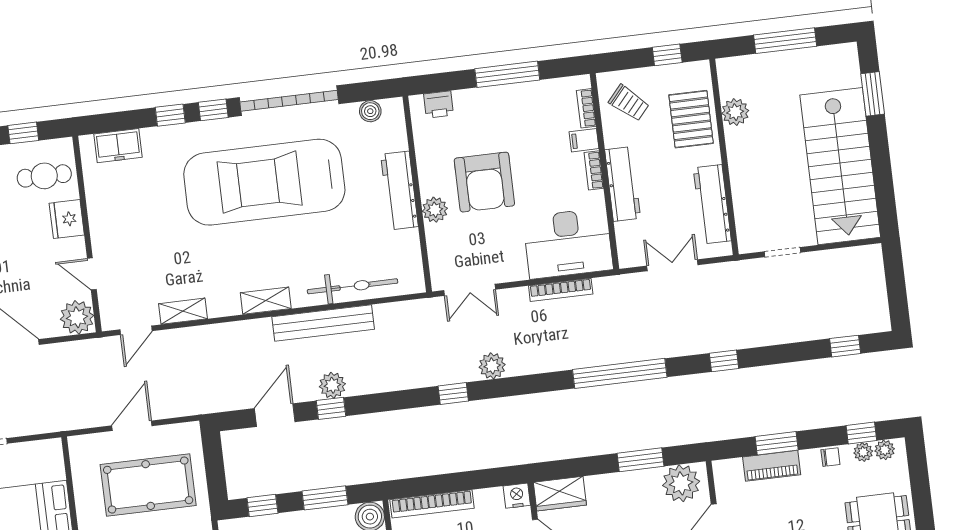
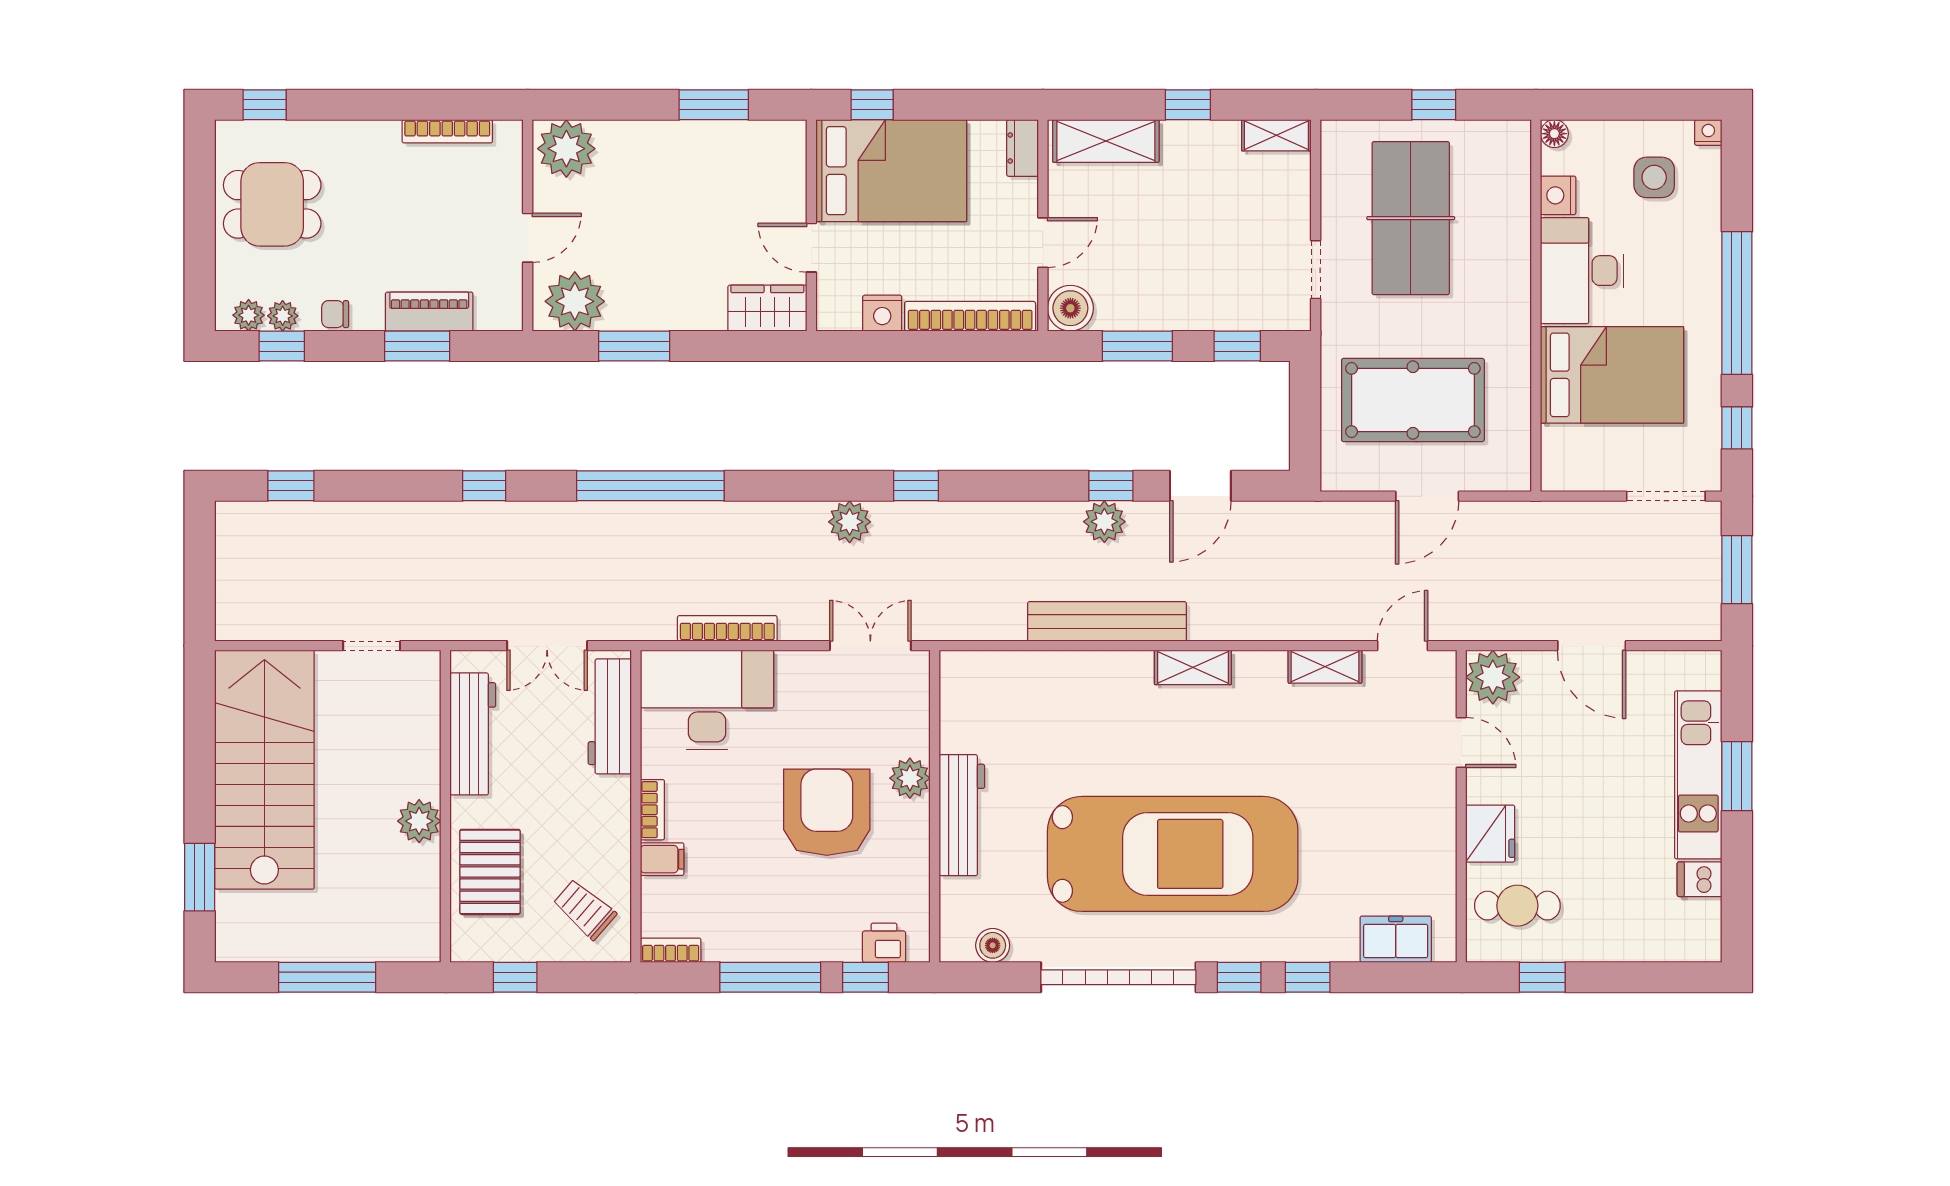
window: (448, 82) -> (866, 977), added
bookcase: (586, 108) -> (671, 950), moved, turned -90
plant: (735, 112) -> (419, 821), moved
workbench: (623, 184) -> (610, 716), moved
bicycle: (353, 286) -> (1054, 673), removed
nightstand: (517, 496) -> (882, 313), moved

